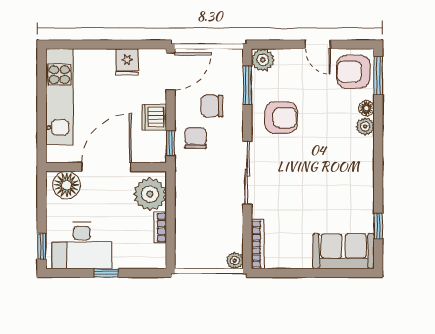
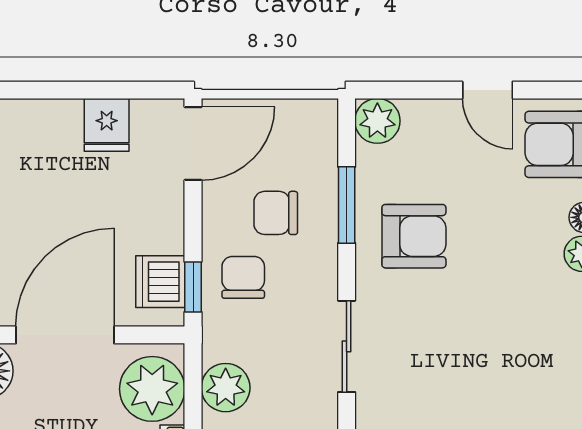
window: (247, 85) -> (347, 205), moved
dishwasher: (154, 117) -> (160, 282), moved
sliding door: (247, 173) -> (347, 346), width x0.73
plant: (187, 193) -> (226, 388), added

